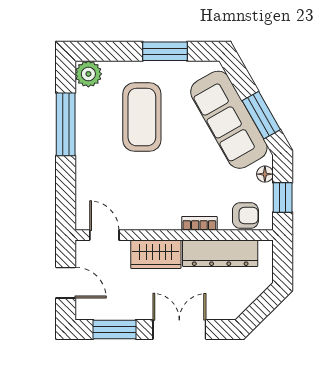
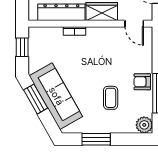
coffee table: (142, 117) -> (111, 98), width x0.54, depth x0.58
floor lamp: (265, 174) -> (33, 62), removed
armchair: (245, 216) -> (142, 82), moved

